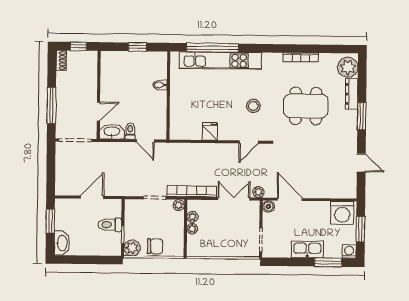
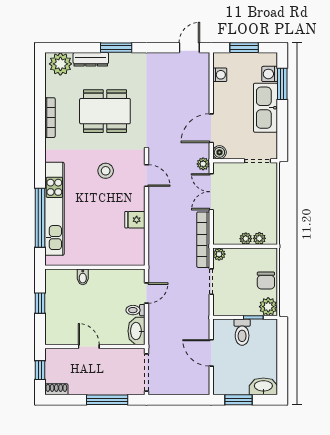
dining table: (306, 106) -> (105, 111), turned 90
door: (98, 112) -> (89, 346), moved
door: (361, 163) -> (189, 48), moved
washing machine: (342, 213) -> (220, 75), width x0.53, depth x0.53
plant: (192, 217) -> (259, 238), moved
chair: (155, 246) -> (266, 281), turned 180
kitchen sink: (307, 249) -> (266, 108), width x1.36, depth x1.24
washing machine: (349, 251) -> (270, 74), moved

